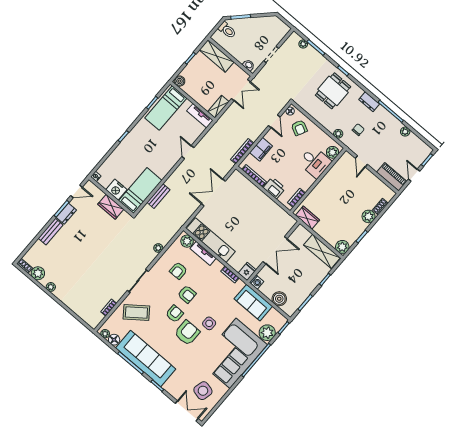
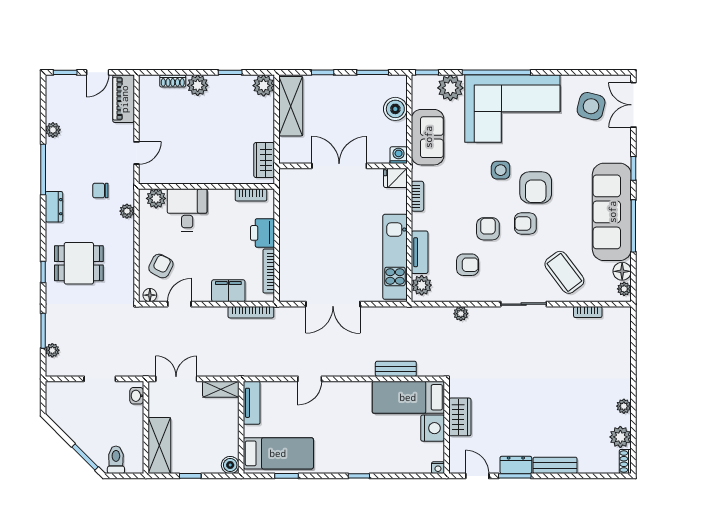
armchair: (187, 333) -> (536, 187), turned -90

